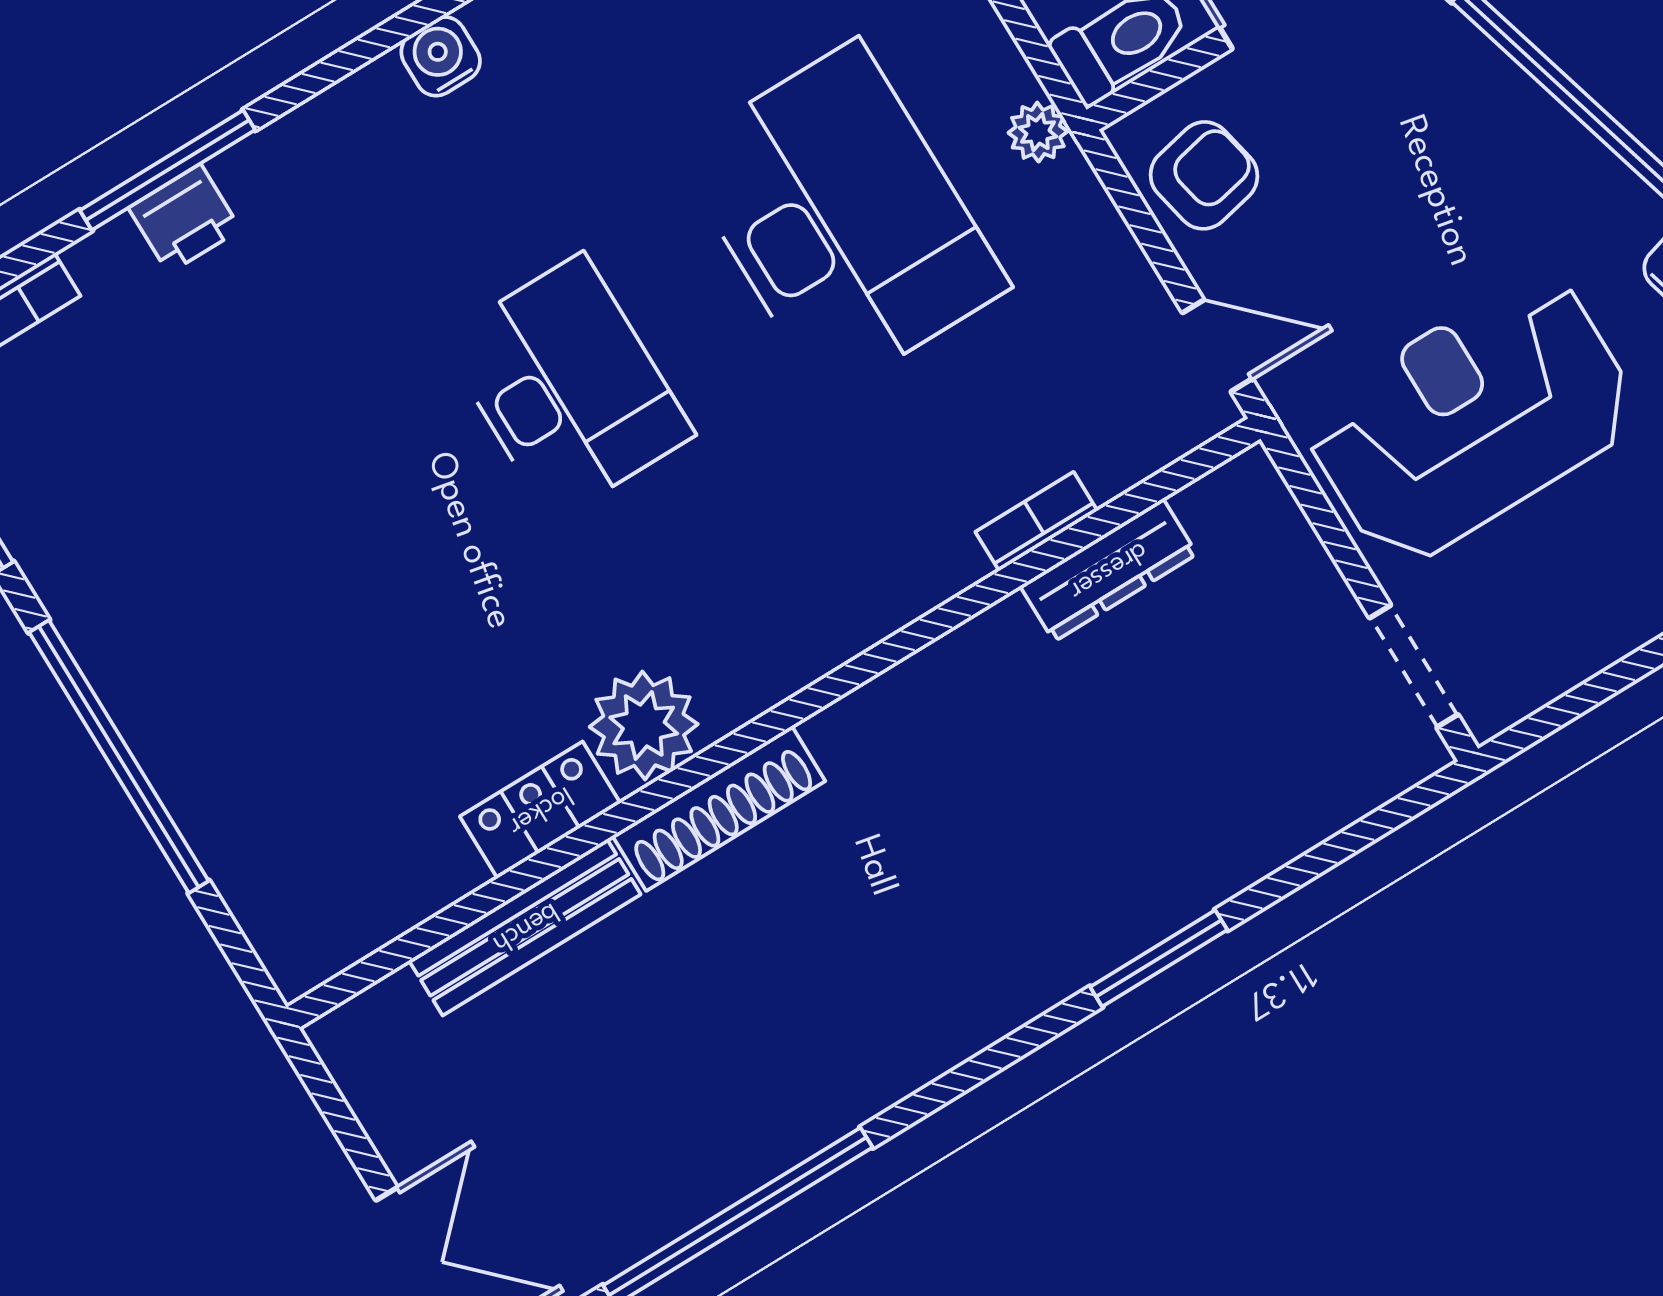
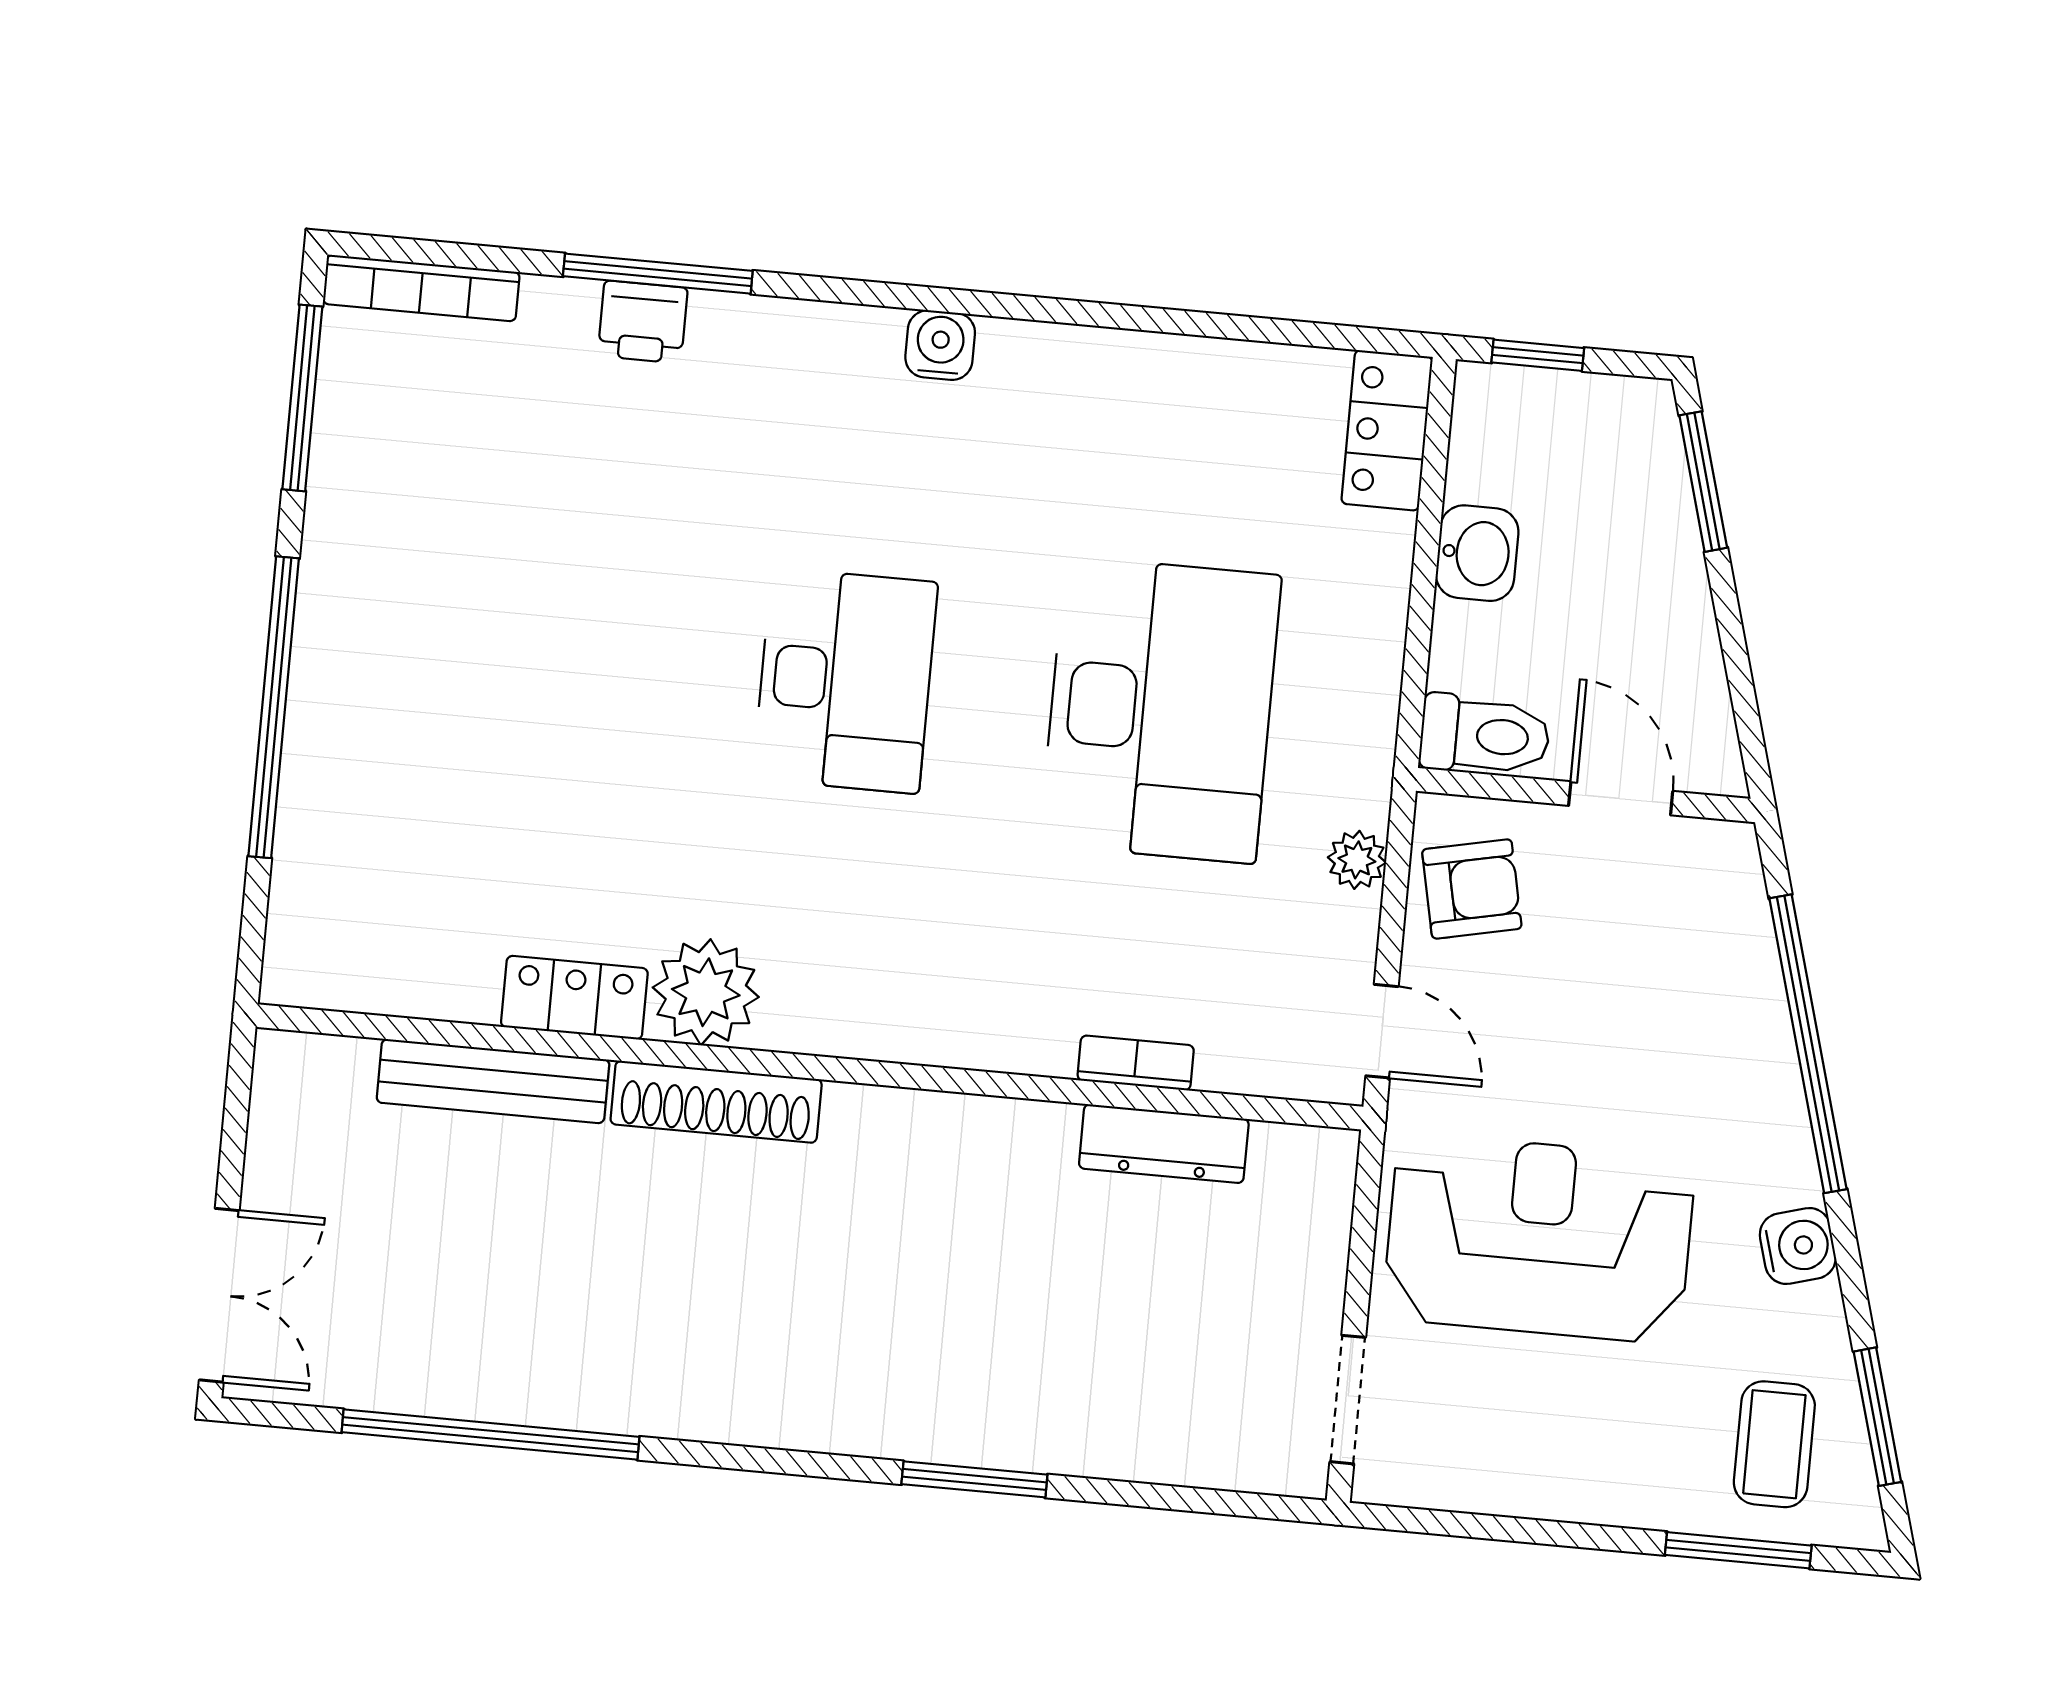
plant: (1038, 132) -> (1357, 860), moved

